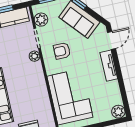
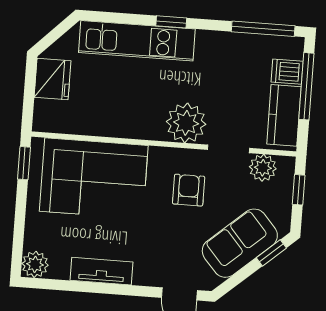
plant: (35, 56) -> (186, 123), width x1.88, depth x1.88
tv unit: (109, 66) -> (102, 271), moved

